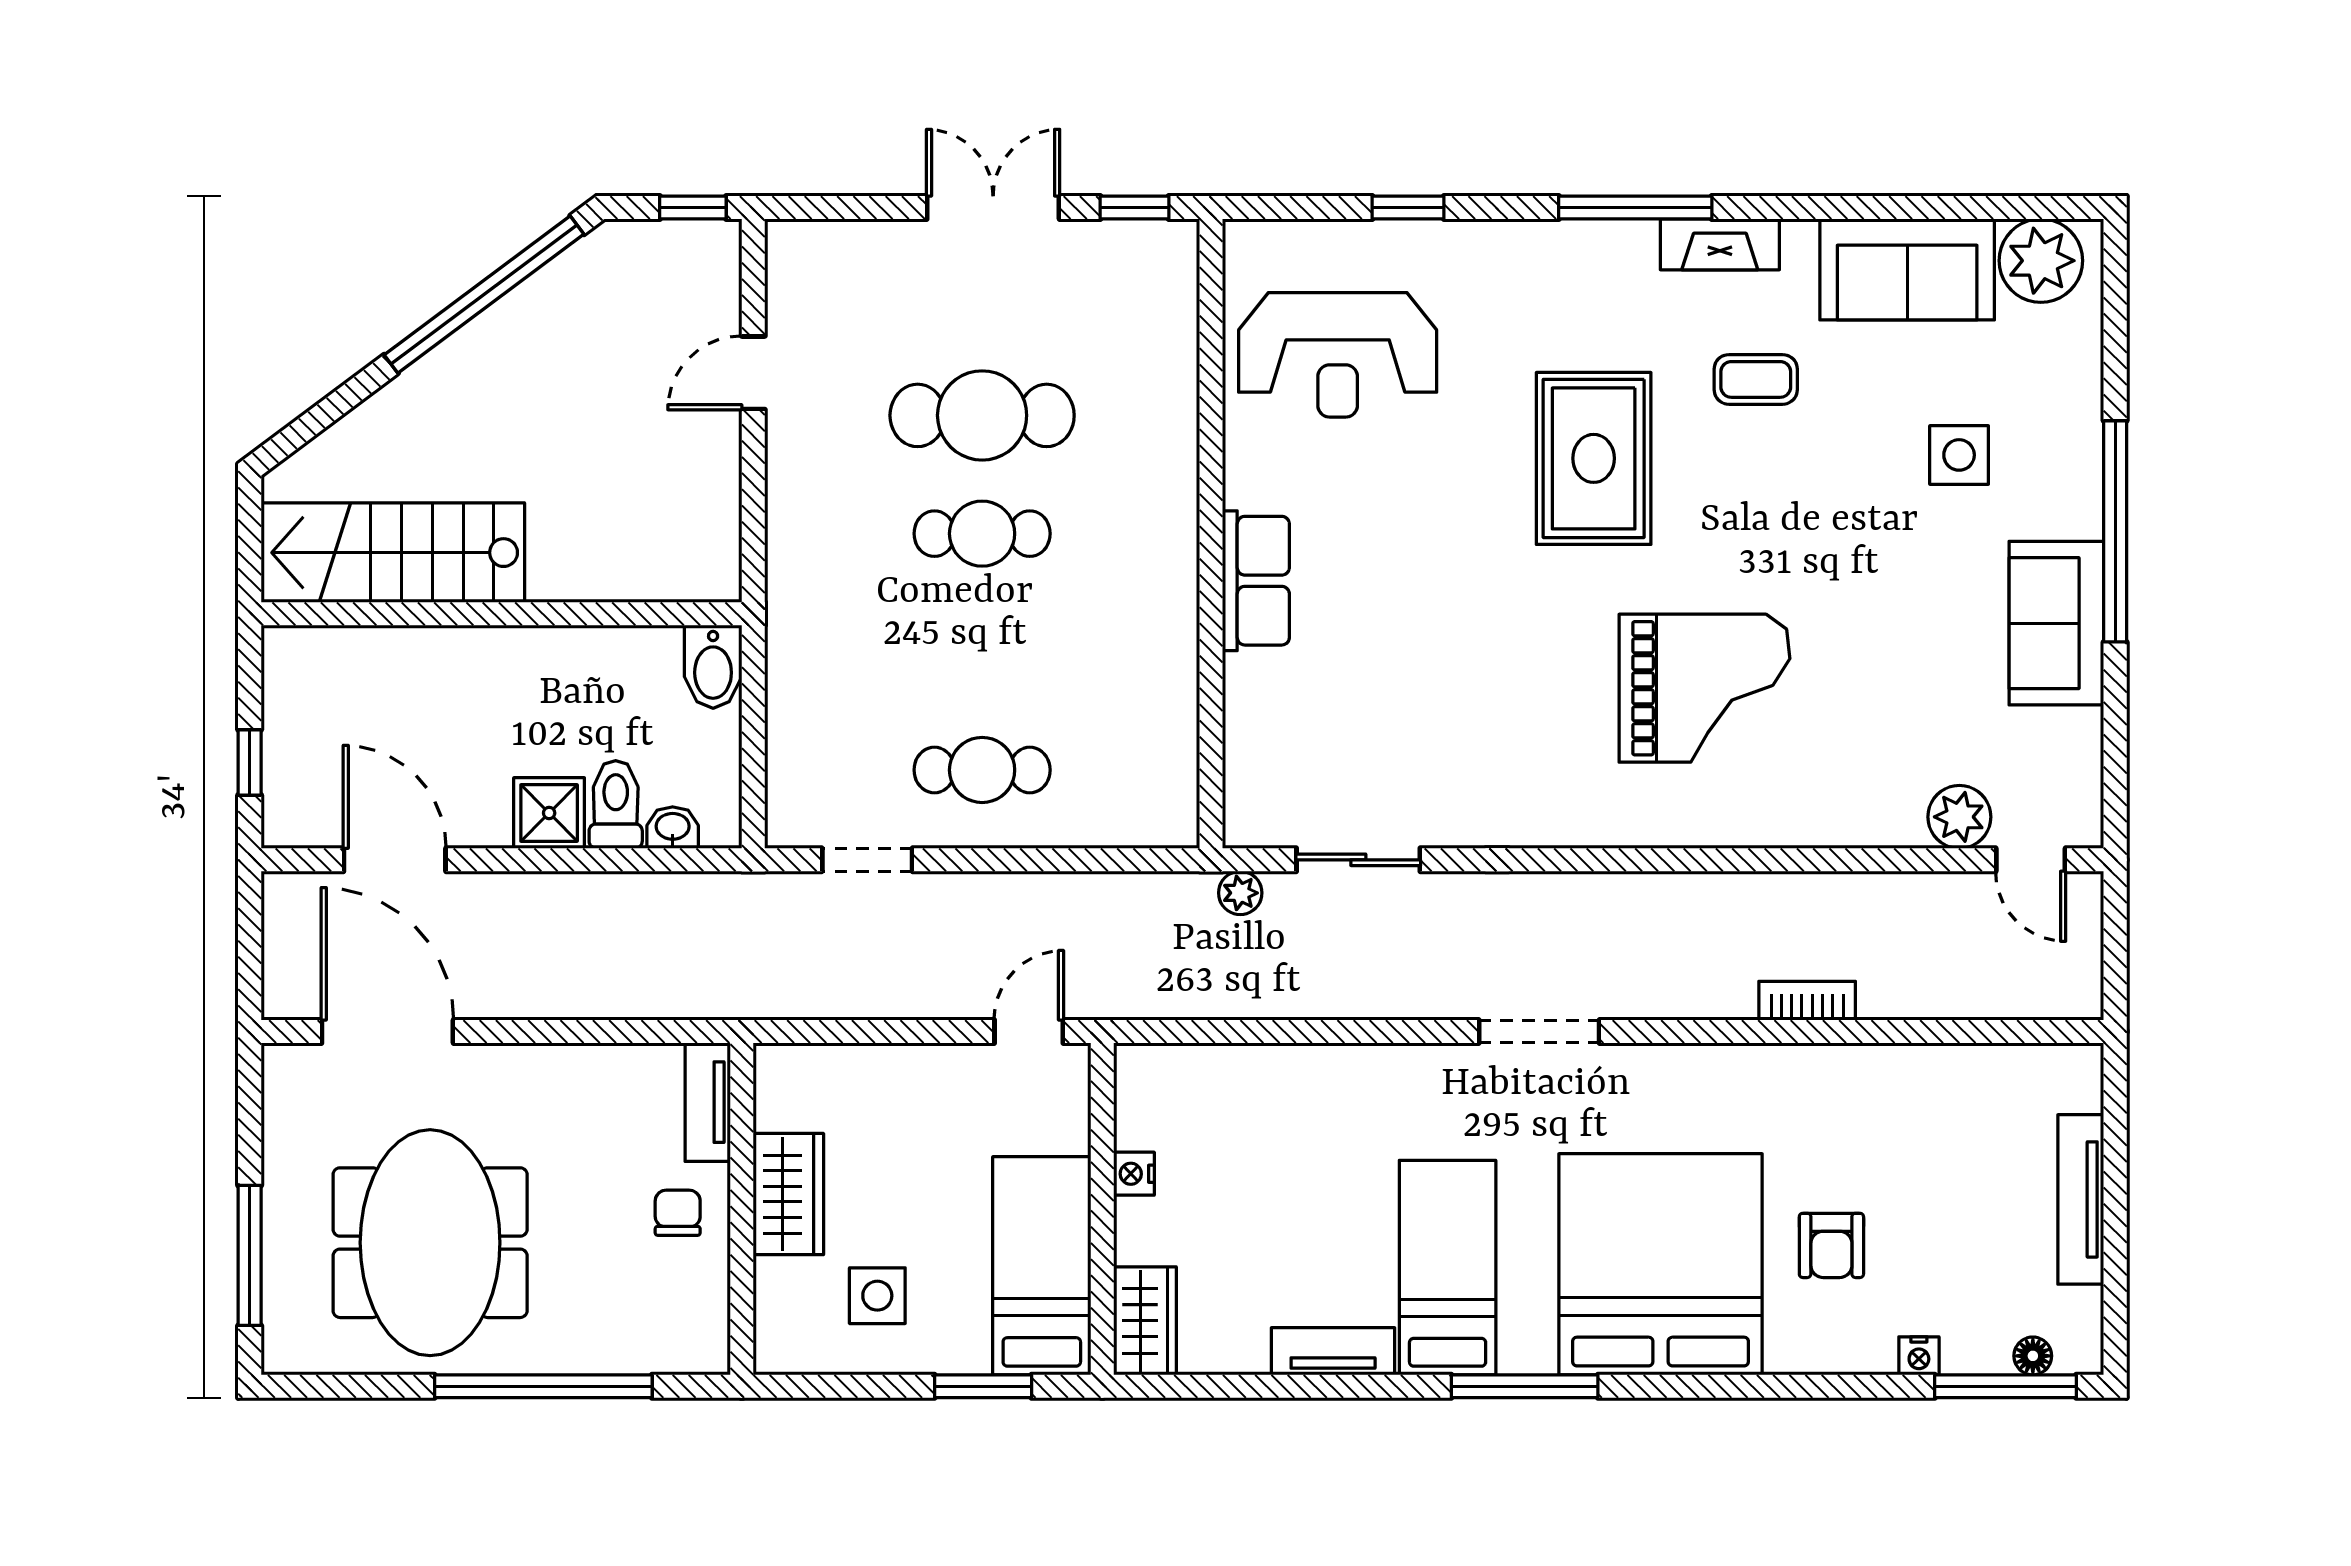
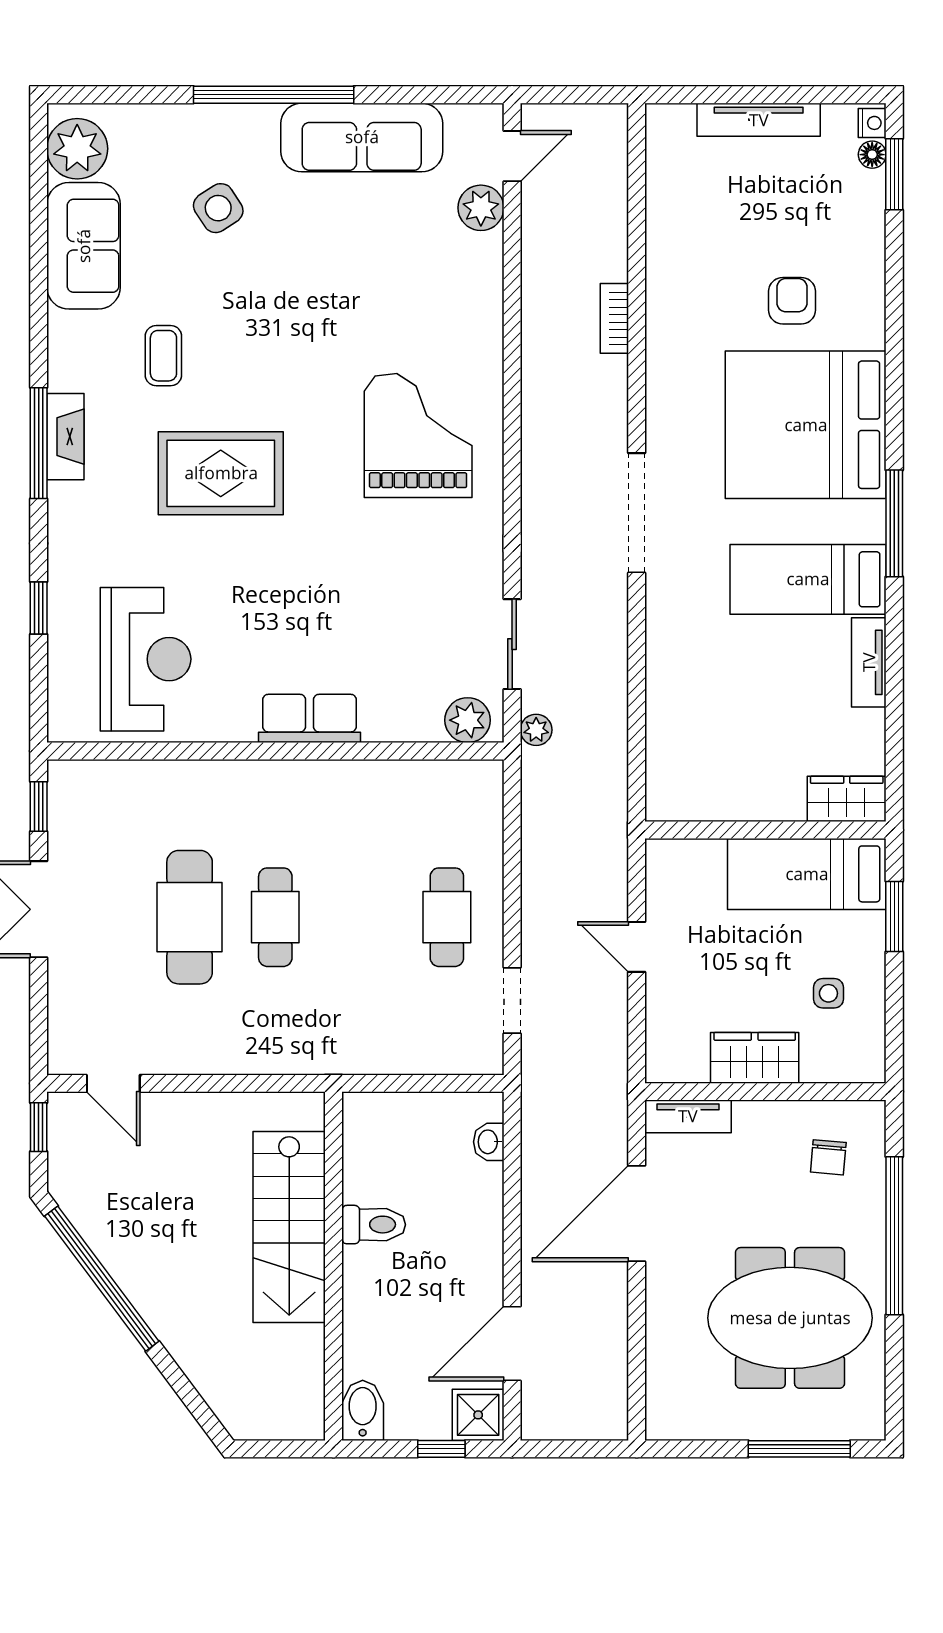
fireplace: (1720, 244) -> (65, 437), moved
door: (753, 373) -> (113, 1083), moved
side table: (1959, 455) -> (218, 208), turned -33
stairs: (393, 553) -> (289, 1227), moved
sofa: (2056, 623) -> (362, 137), width x1.36
bidet: (713, 667) -> (363, 1410), moved, turned -90
grand piano: (1705, 688) -> (418, 436), moved
plant: (1254, 799) -> (468, 720), added
toilet: (616, 804) -> (374, 1225), moved, turned 180
shower: (549, 813) -> (478, 1415), moved
door: (387, 1031) -> (637, 1213), moved
door: (1029, 1031) -> (637, 947), moved
doorway: (1539, 1031) -> (637, 513), width x1.36
nightstand: (1134, 1174) -> (740, 807), removed
chair: (678, 1213) -> (828, 1157), moved, turned -85
armchair: (1831, 1245) -> (792, 301), turned -90
side table: (877, 1296) -> (828, 993), width x0.73, depth x0.73
nightstand: (1919, 1356) -> (872, 123), moved
window: (2006, 1386) -> (894, 174), width x0.69

